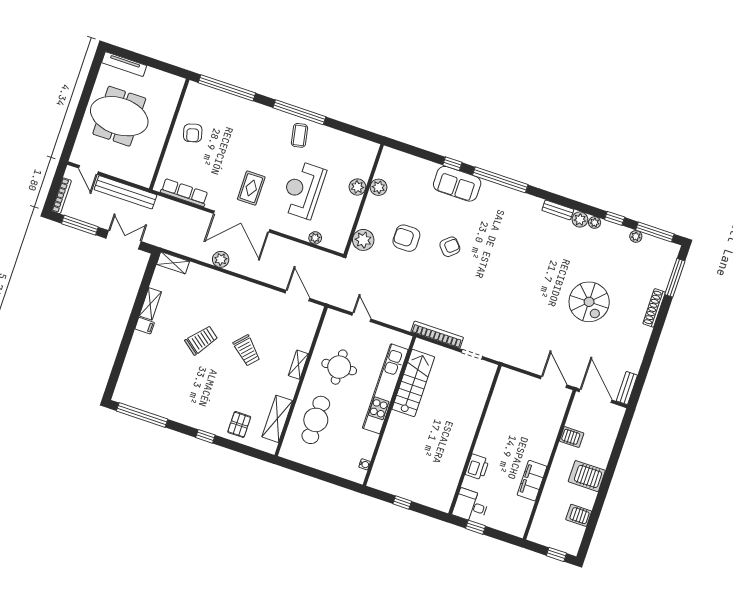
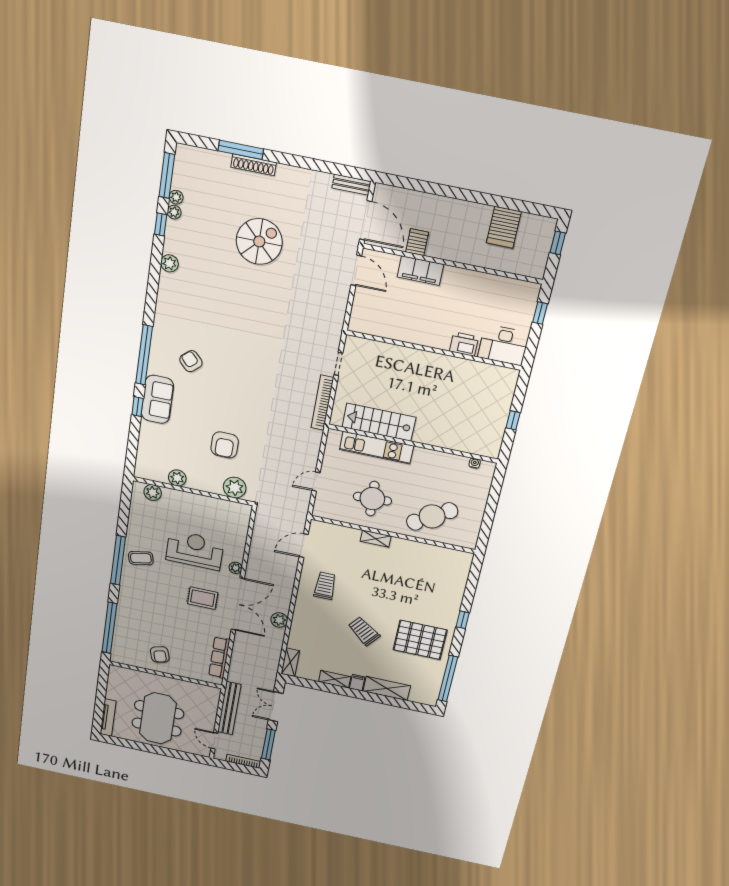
armchair: (193, 133) -> (160, 654), turned 90
door: (88, 170) -> (214, 741), swing flipped
plant: (357, 187) -> (153, 492), moved
reception desk: (303, 190) -> (195, 550), turned 180
bench: (558, 210) -> (164, 289), removed
plant: (595, 223) -> (174, 212), moved
plant: (315, 238) -> (236, 568), moved
armchair: (450, 247) -> (191, 361), moved
window: (675, 278) -> (241, 150), moved
trolley: (247, 350) -> (325, 586), moved, turned -43
door: (554, 382) -> (356, 270), swing flipped
kitchen unit: (385, 389) -> (376, 448), width x0.73
door: (596, 396) -> (366, 220), swing flipped
shelving: (277, 419) -> (387, 688), moved
cafe table: (316, 420) -> (432, 516), turned -33
pallet: (239, 424) -> (420, 640), moved, width x2.05, depth x2.00
server rack: (587, 476) -> (461, 219), removed
filing cabinet: (532, 481) -> (420, 271), moved
desk: (471, 506) -> (503, 345), width x1.37
server rack: (579, 515) -> (504, 227), width x1.36, depth x1.44
window: (475, 527) -> (540, 313), moved

